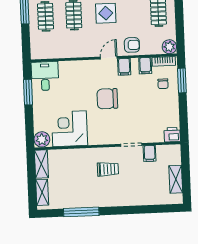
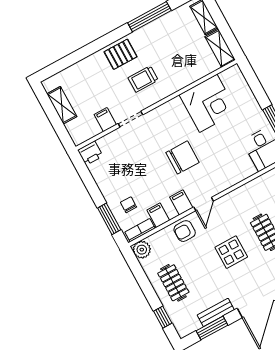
plant: (42, 139) -> (233, 76), removed
pallet: (115, 195) -> (121, 54), added

